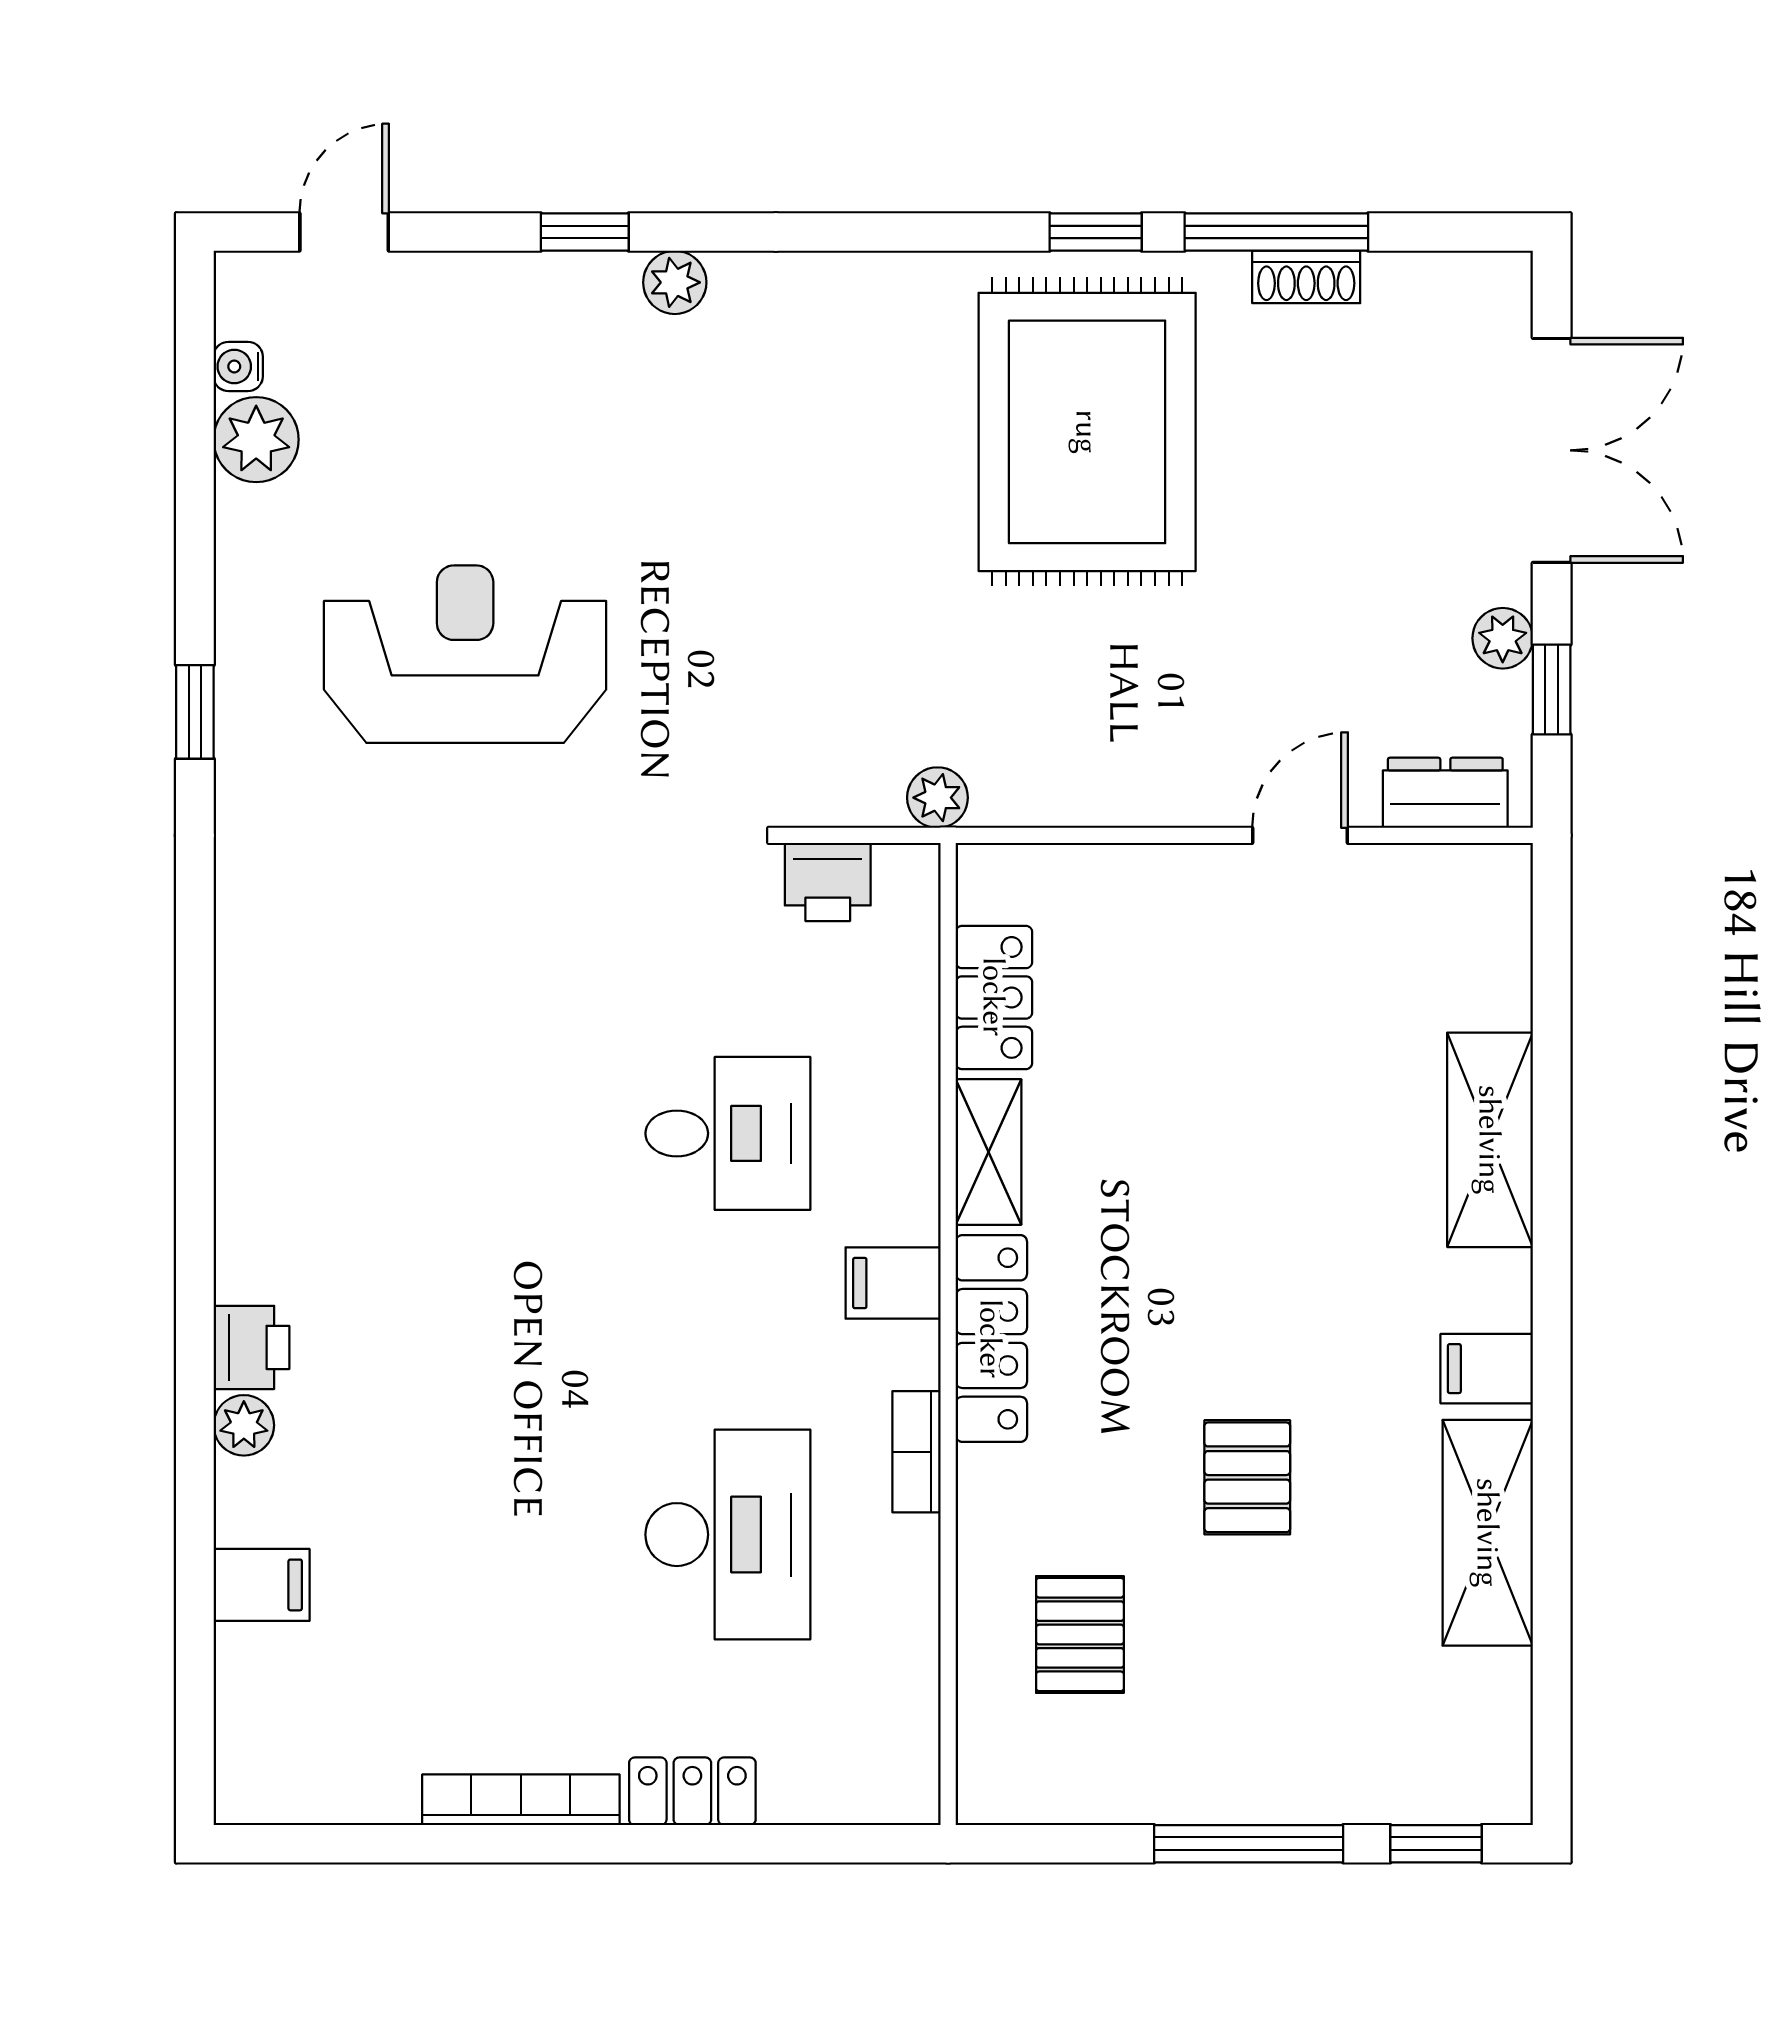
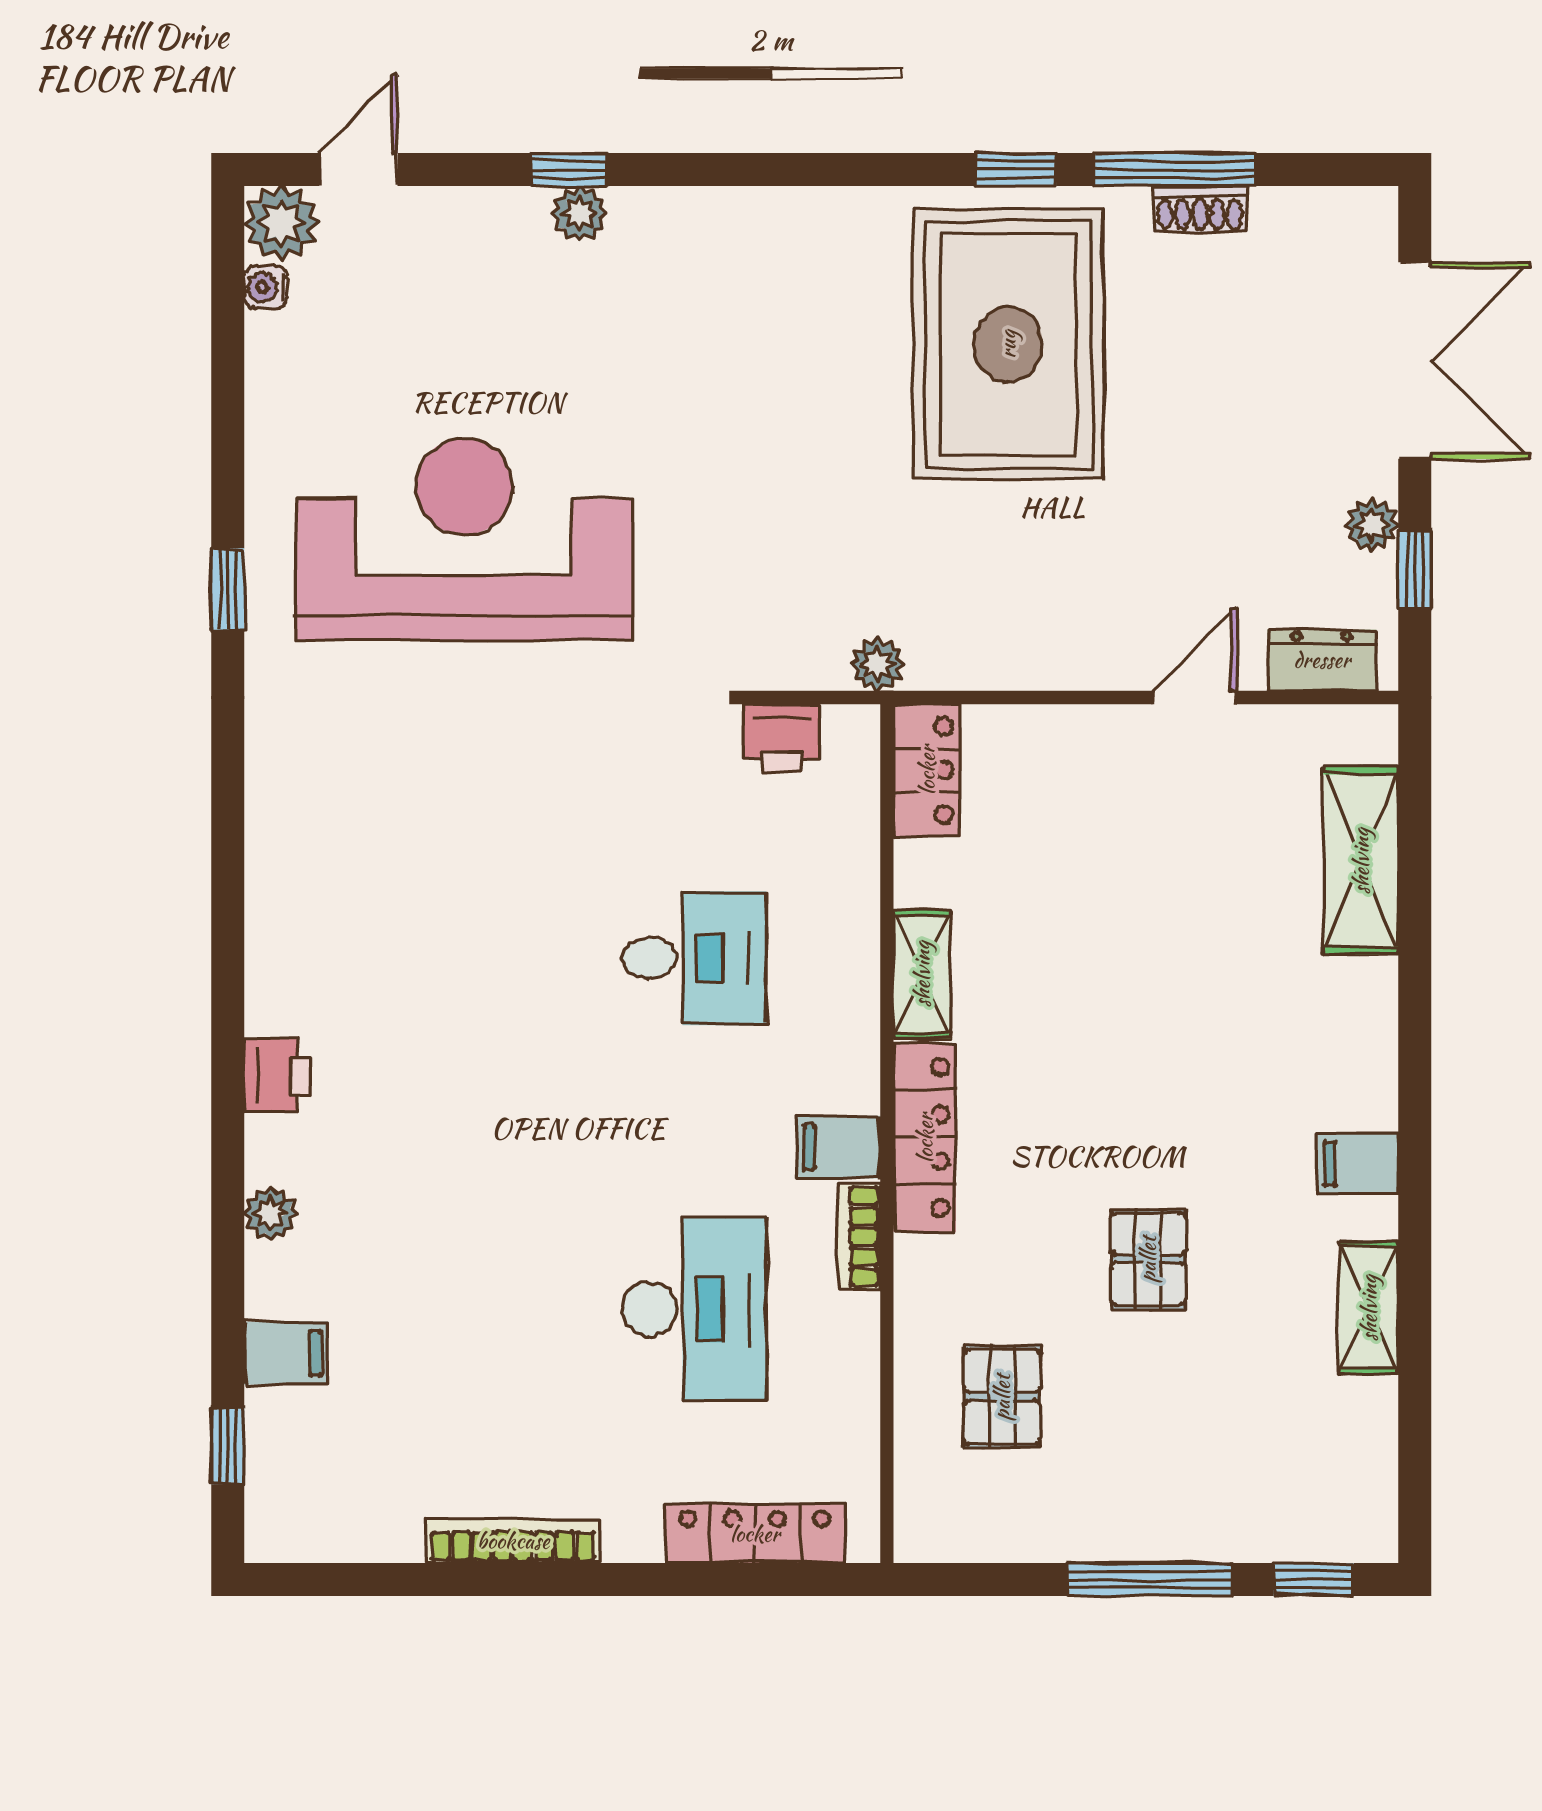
plant: (675, 282) -> (579, 214), moved
plant: (256, 440) -> (281, 223), moved
reception desk: (465, 654) -> (464, 539), width x1.36, depth x1.30
locker: (994, 997) -> (927, 770), moved
shelving: (1490, 1140) -> (1361, 861), moved
filing cabinet: (893, 1283) -> (839, 1147), moved
printer: (251, 1347) -> (277, 1075), moved
shelving: (1488, 1533) -> (1369, 1308), width x0.67, depth x0.75
window: (195, 1691) -> (228, 1446), added
locker: (692, 1791) -> (755, 1534), moved, width x1.53

